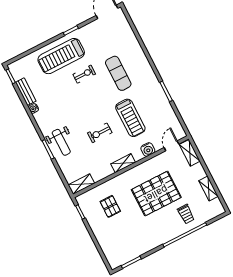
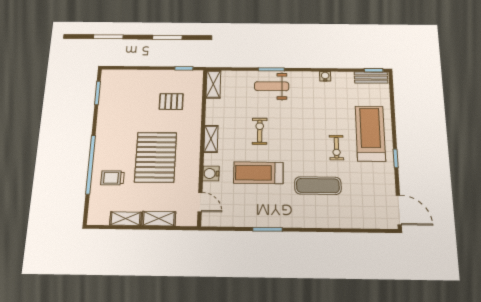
bench: (26, 92) -> (371, 78), moved
shelving: (190, 153) -> (159, 219), moved

